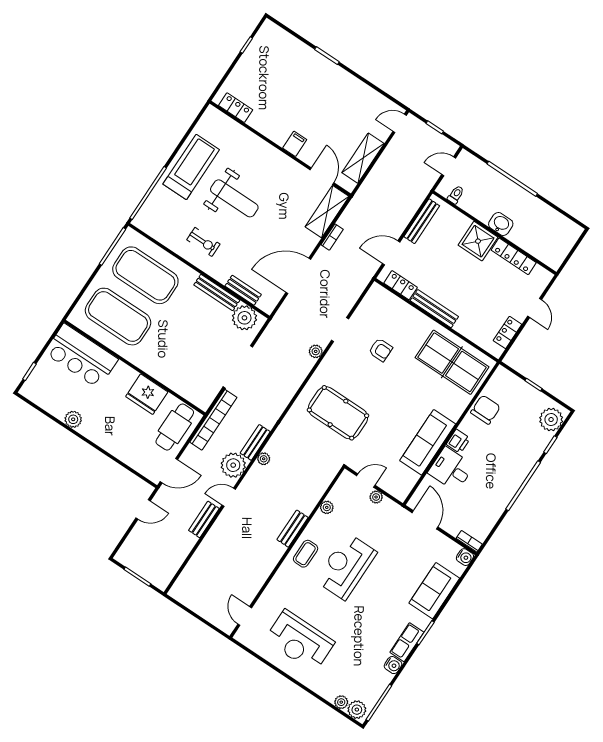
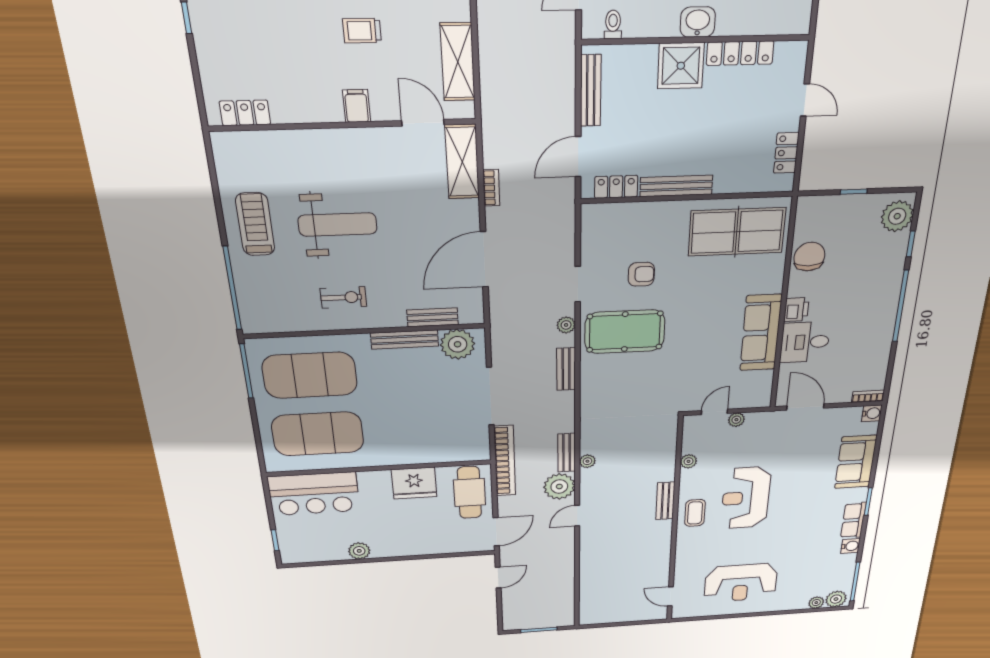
trolley: (327, 110) -> (362, 31), added
treadmill: (191, 167) -> (255, 224), width x0.73, depth x0.73
pool table: (338, 413) -> (625, 332), moved
bench: (204, 519) -> (566, 369), moved

